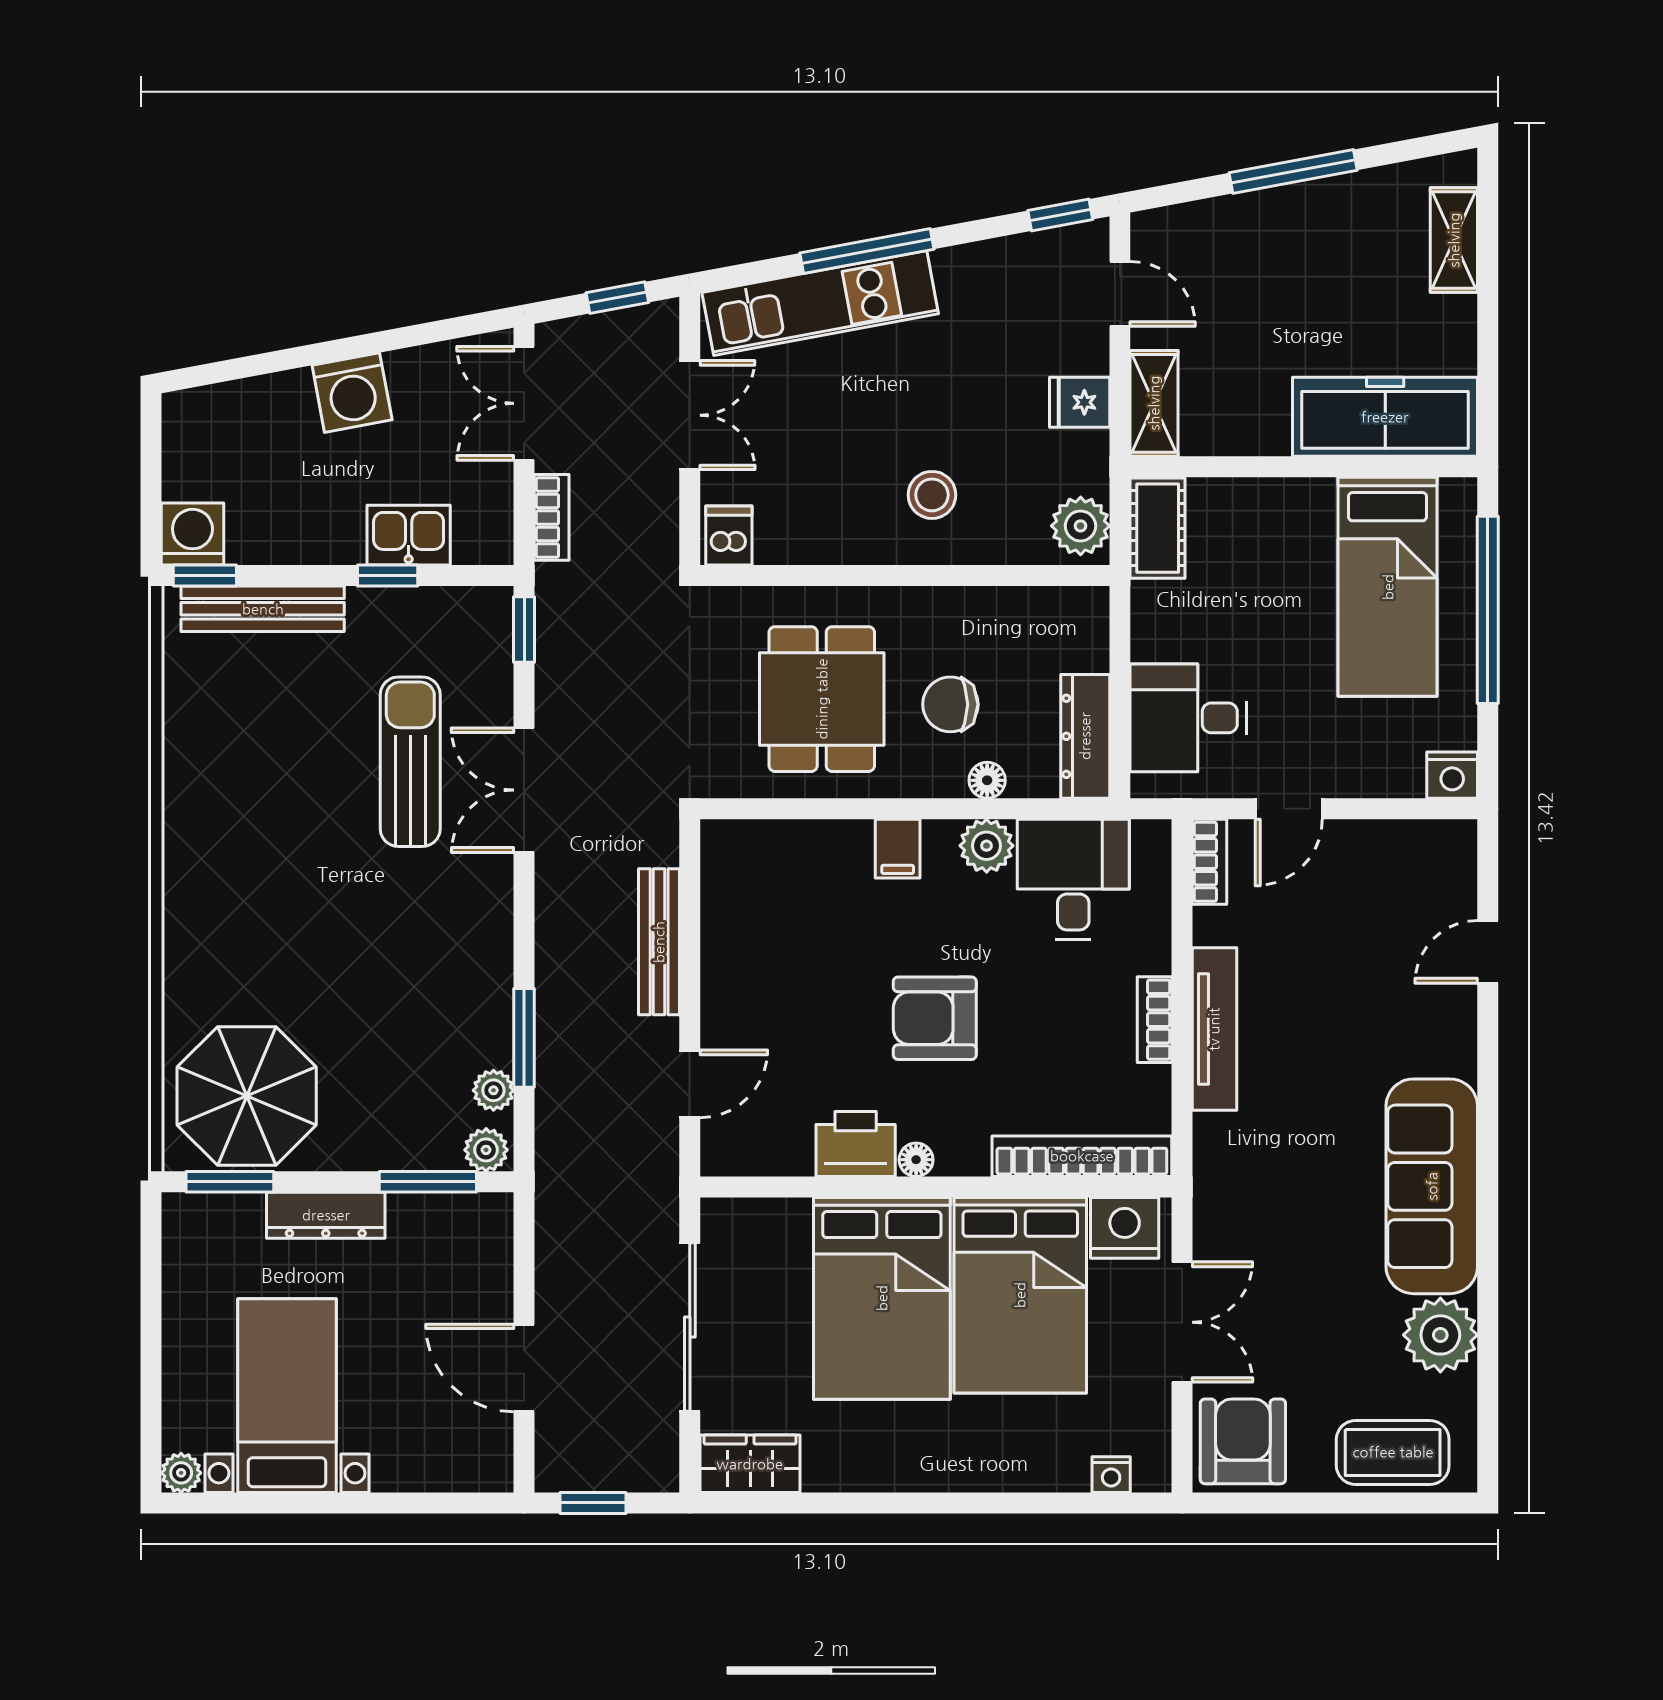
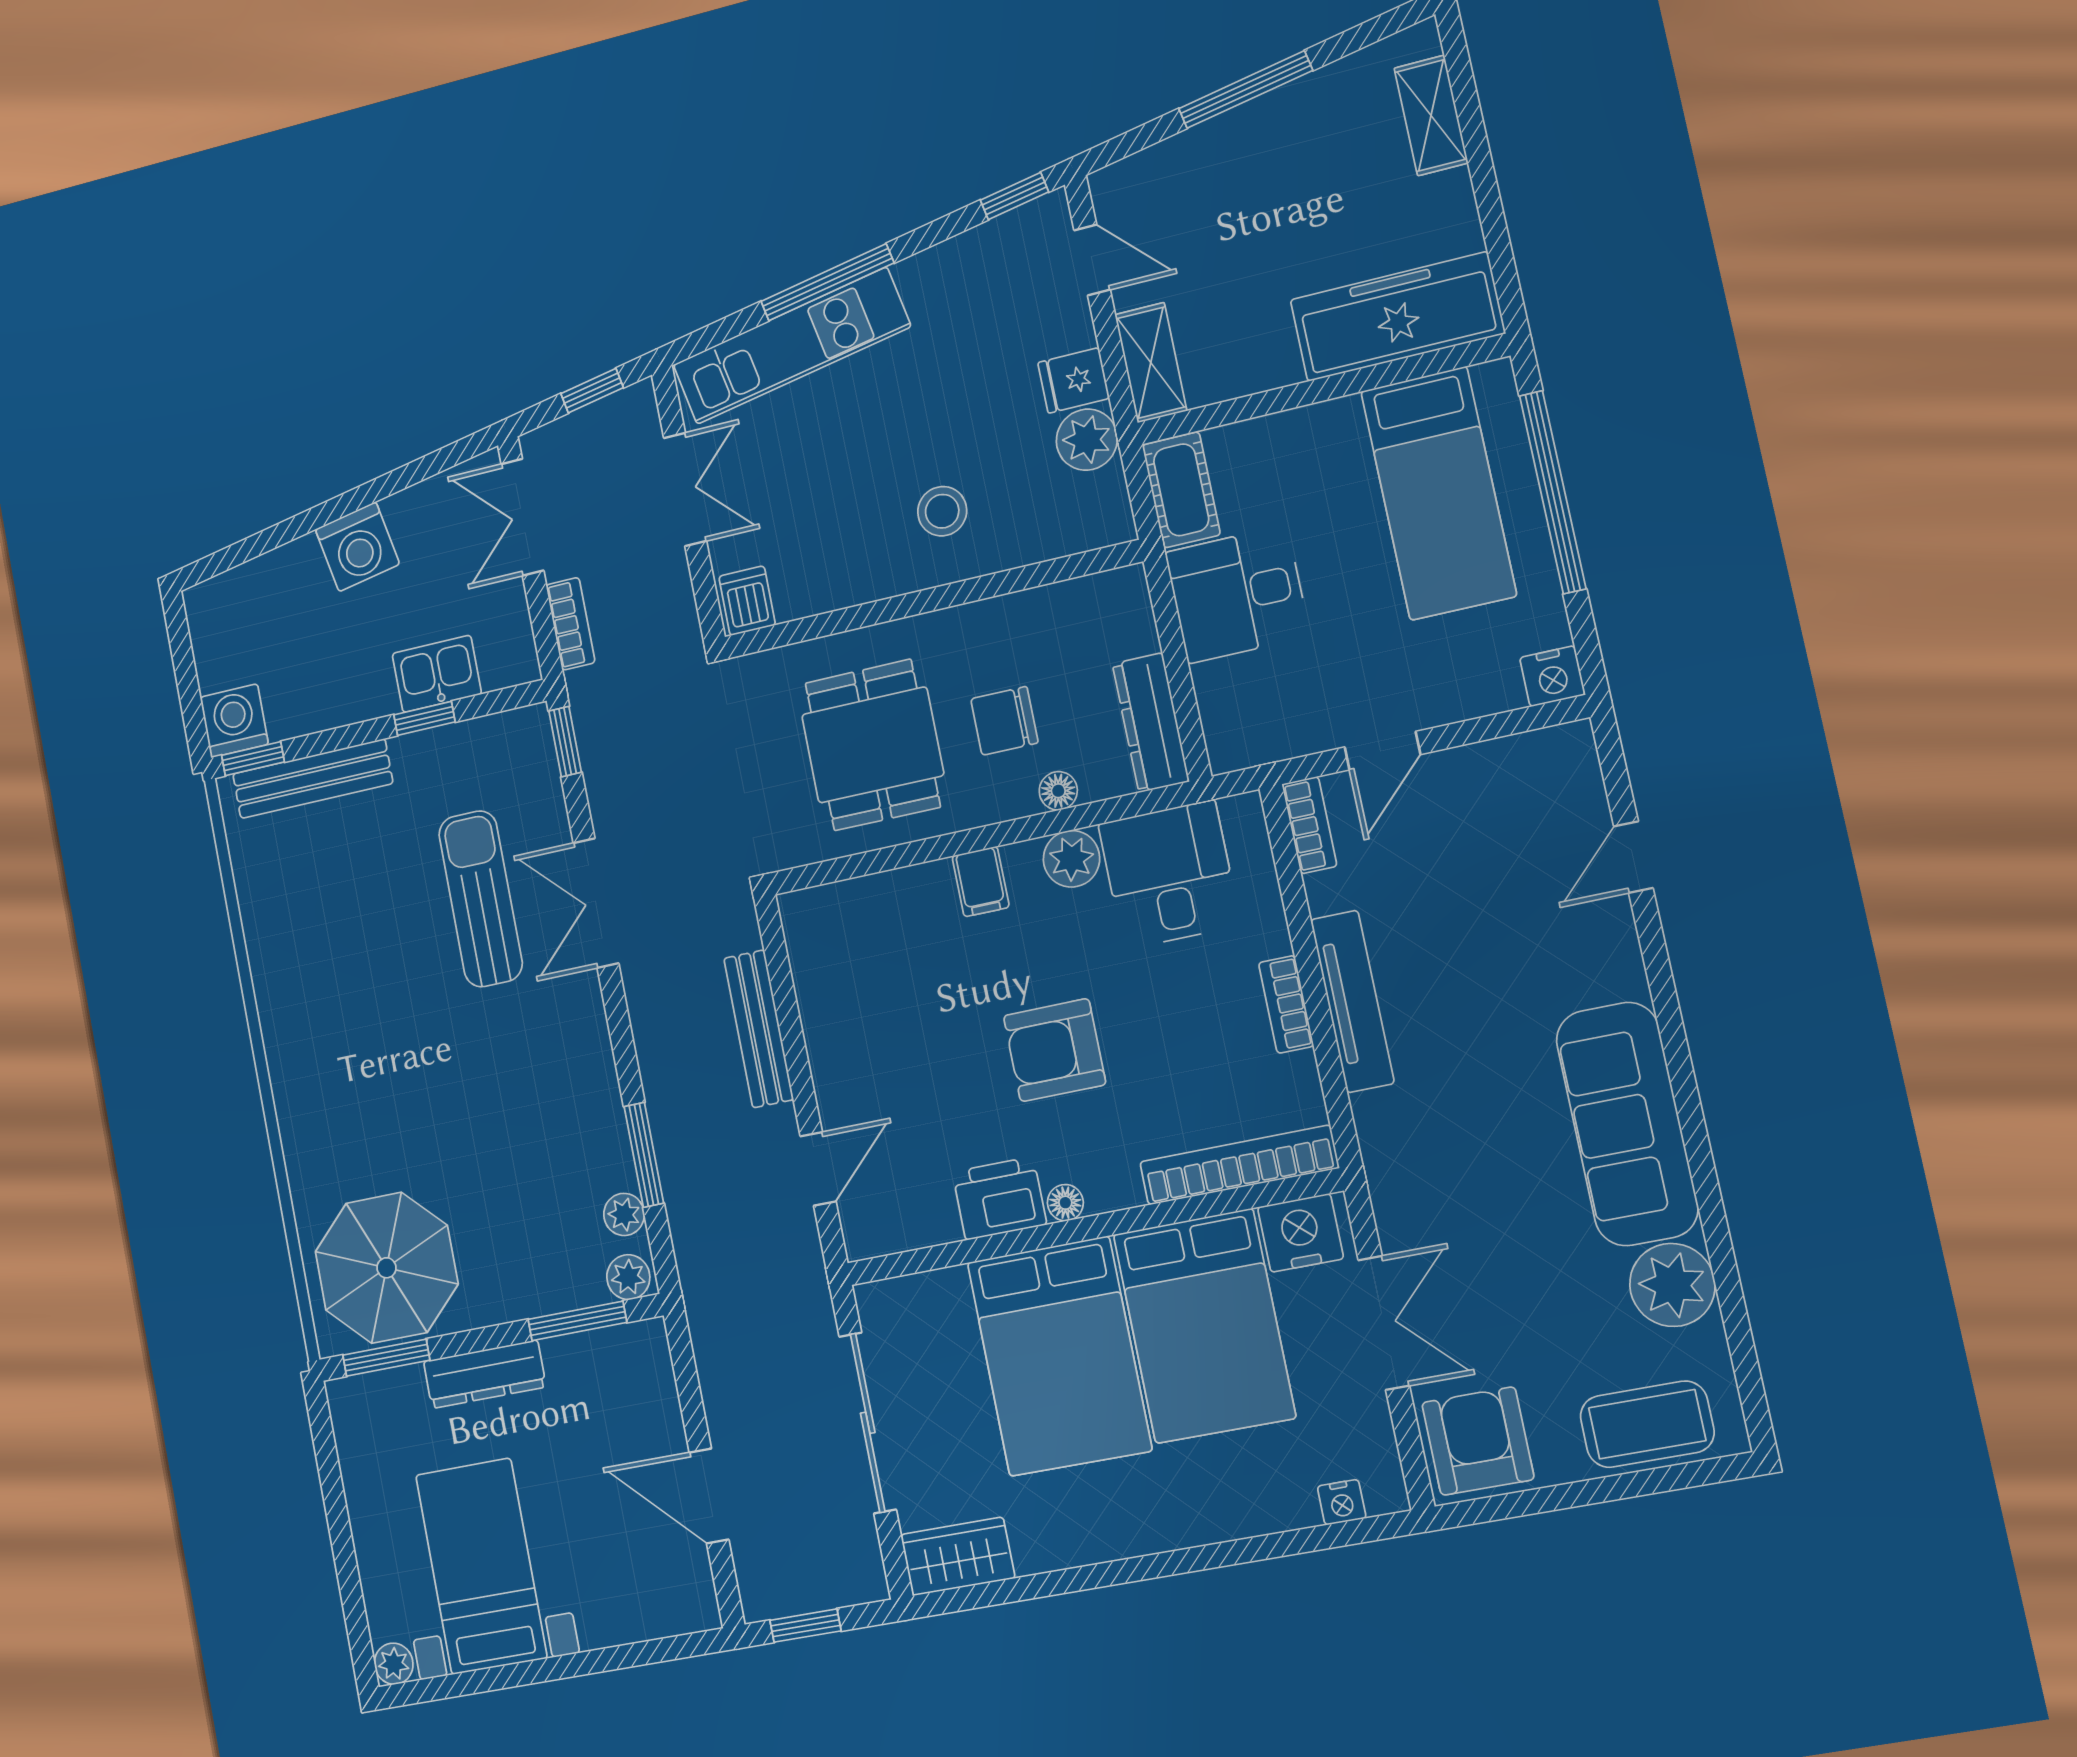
plant: (1081, 526) -> (1087, 440), moved
desk: (1188, 718) -> (1237, 594), moved

